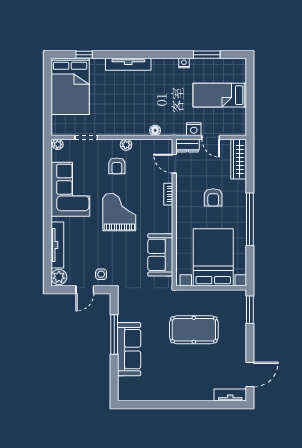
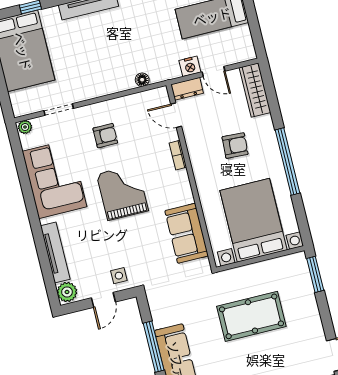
plant: (126, 145) -> (110, 107), removed
armchair: (117, 166) -> (105, 136), turned -90
armchair: (213, 197) -> (235, 146), turned -87

